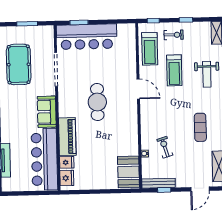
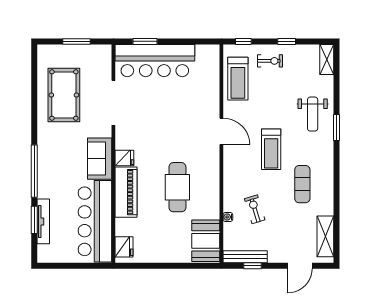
treadmill: (174, 70) -> (271, 149), moved
cafe table: (97, 102) -> (177, 187), moved
fridge: (67, 162) -> (124, 158), moved

